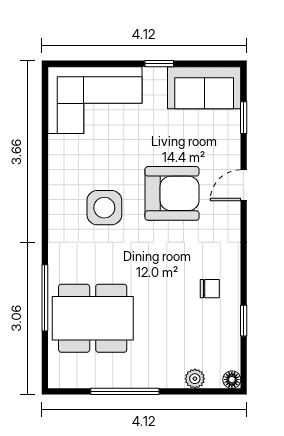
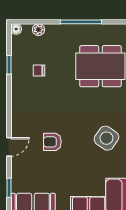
armchair: (172, 193) -> (52, 142), width x0.53, depth x0.53
side table: (104, 208) -> (106, 138), moved, turned 35
chair: (210, 289) -> (39, 71), moved

